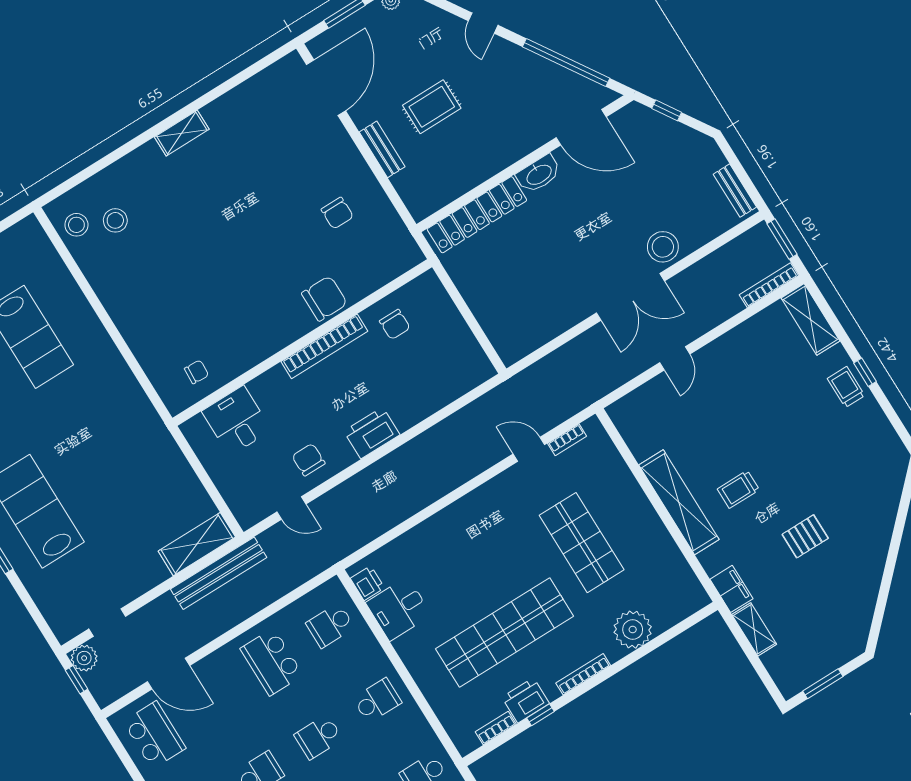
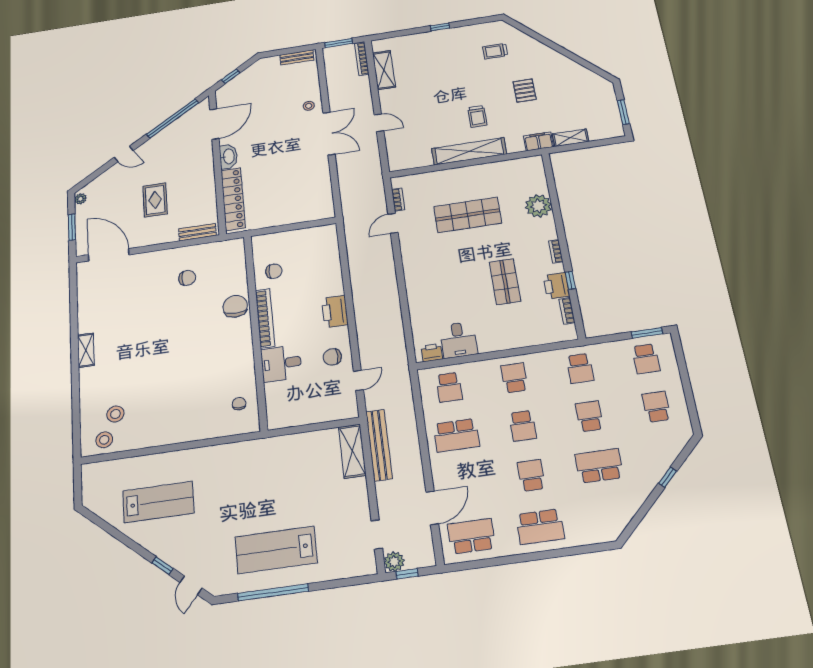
bench: (382, 149) -> (197, 232), moved
stool: (663, 247) -> (309, 106), width x0.53, depth x0.53
shelving: (811, 319) -> (384, 70), moved, turned 90
trolley: (846, 387) -> (495, 51), moved
desk: (237, 421) -> (281, 363), moved
shop shelf: (505, 633) -> (505, 282), width x0.50, depth x0.74
bookcase: (583, 674) -> (556, 251), width x0.64

